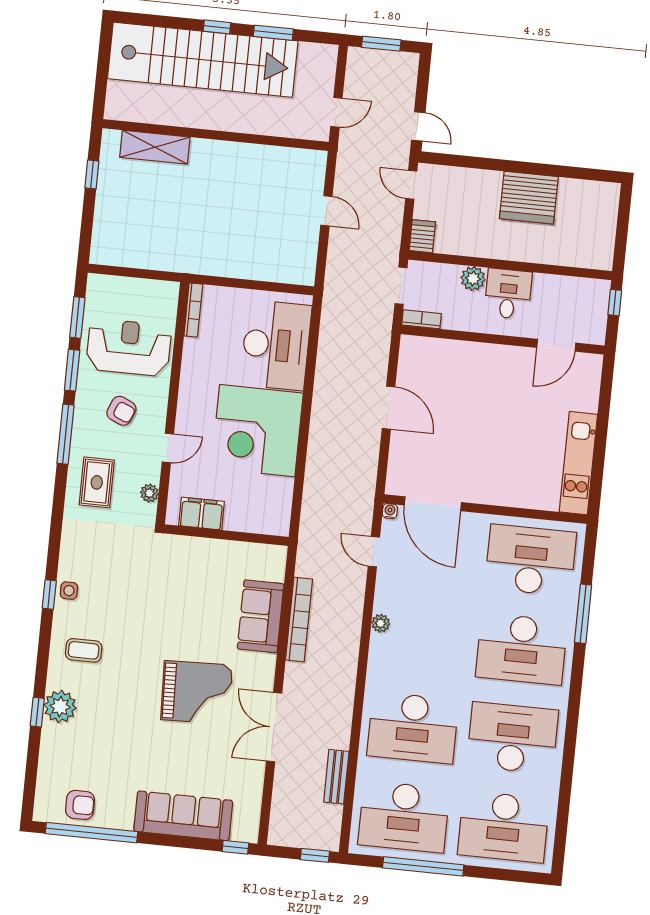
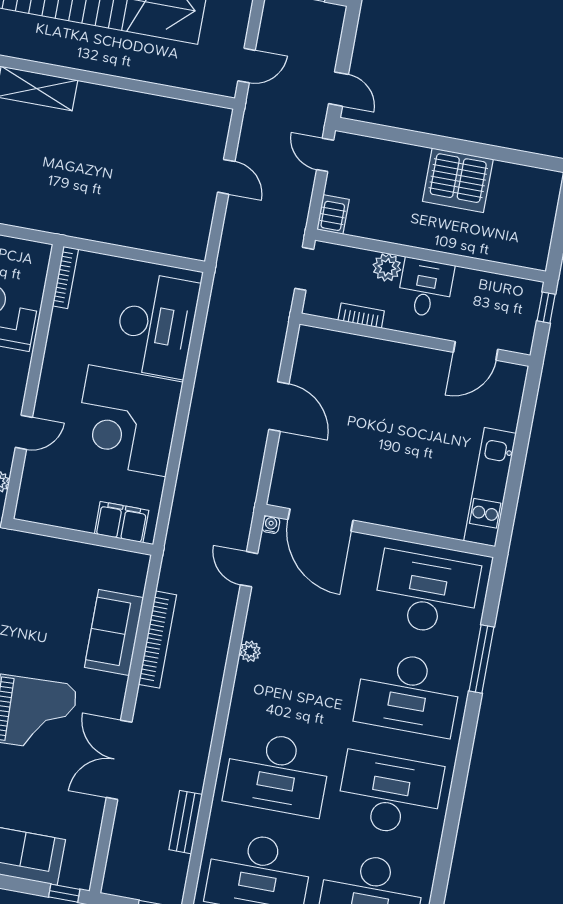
bookcase: (421, 319) -> (361, 316), moved
filing cabinet: (202, 514) -> (122, 522), moved

